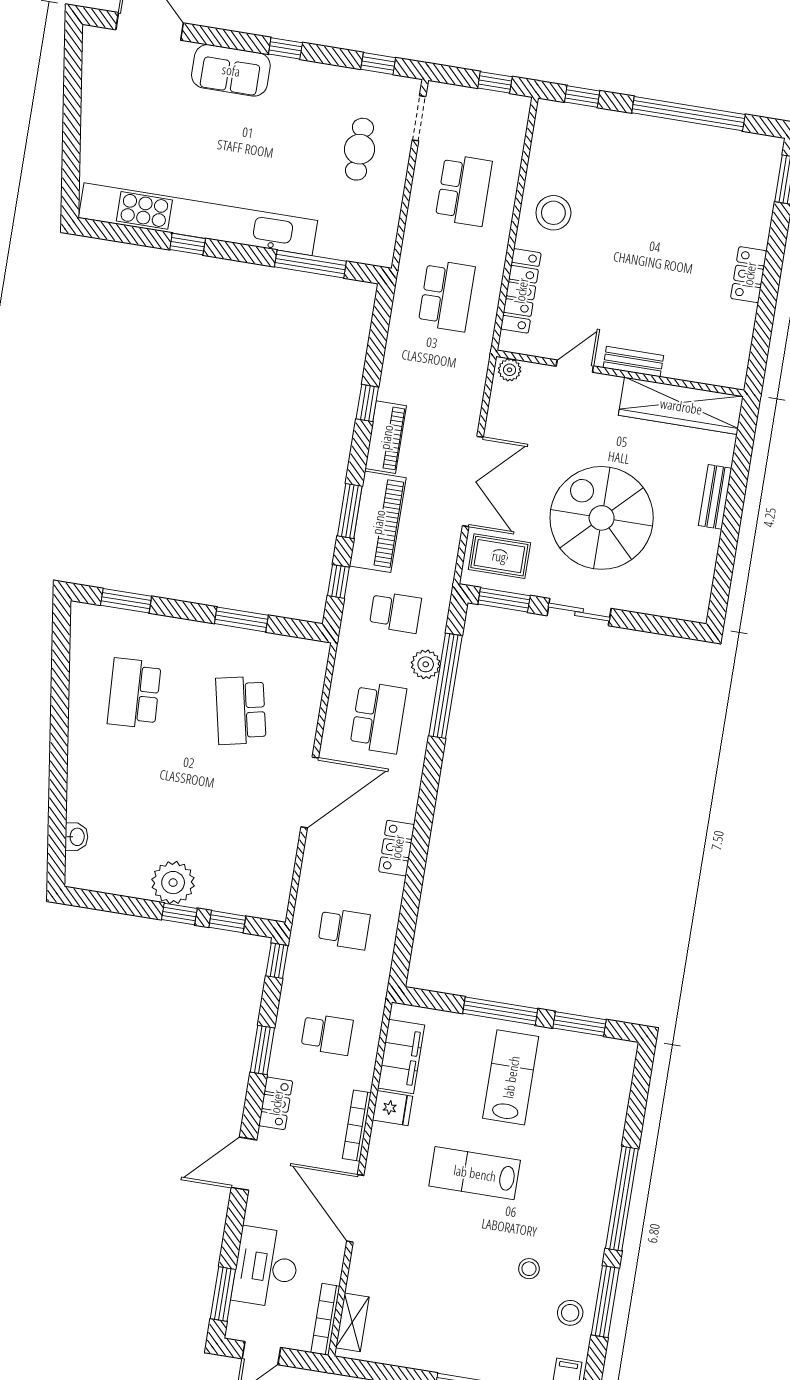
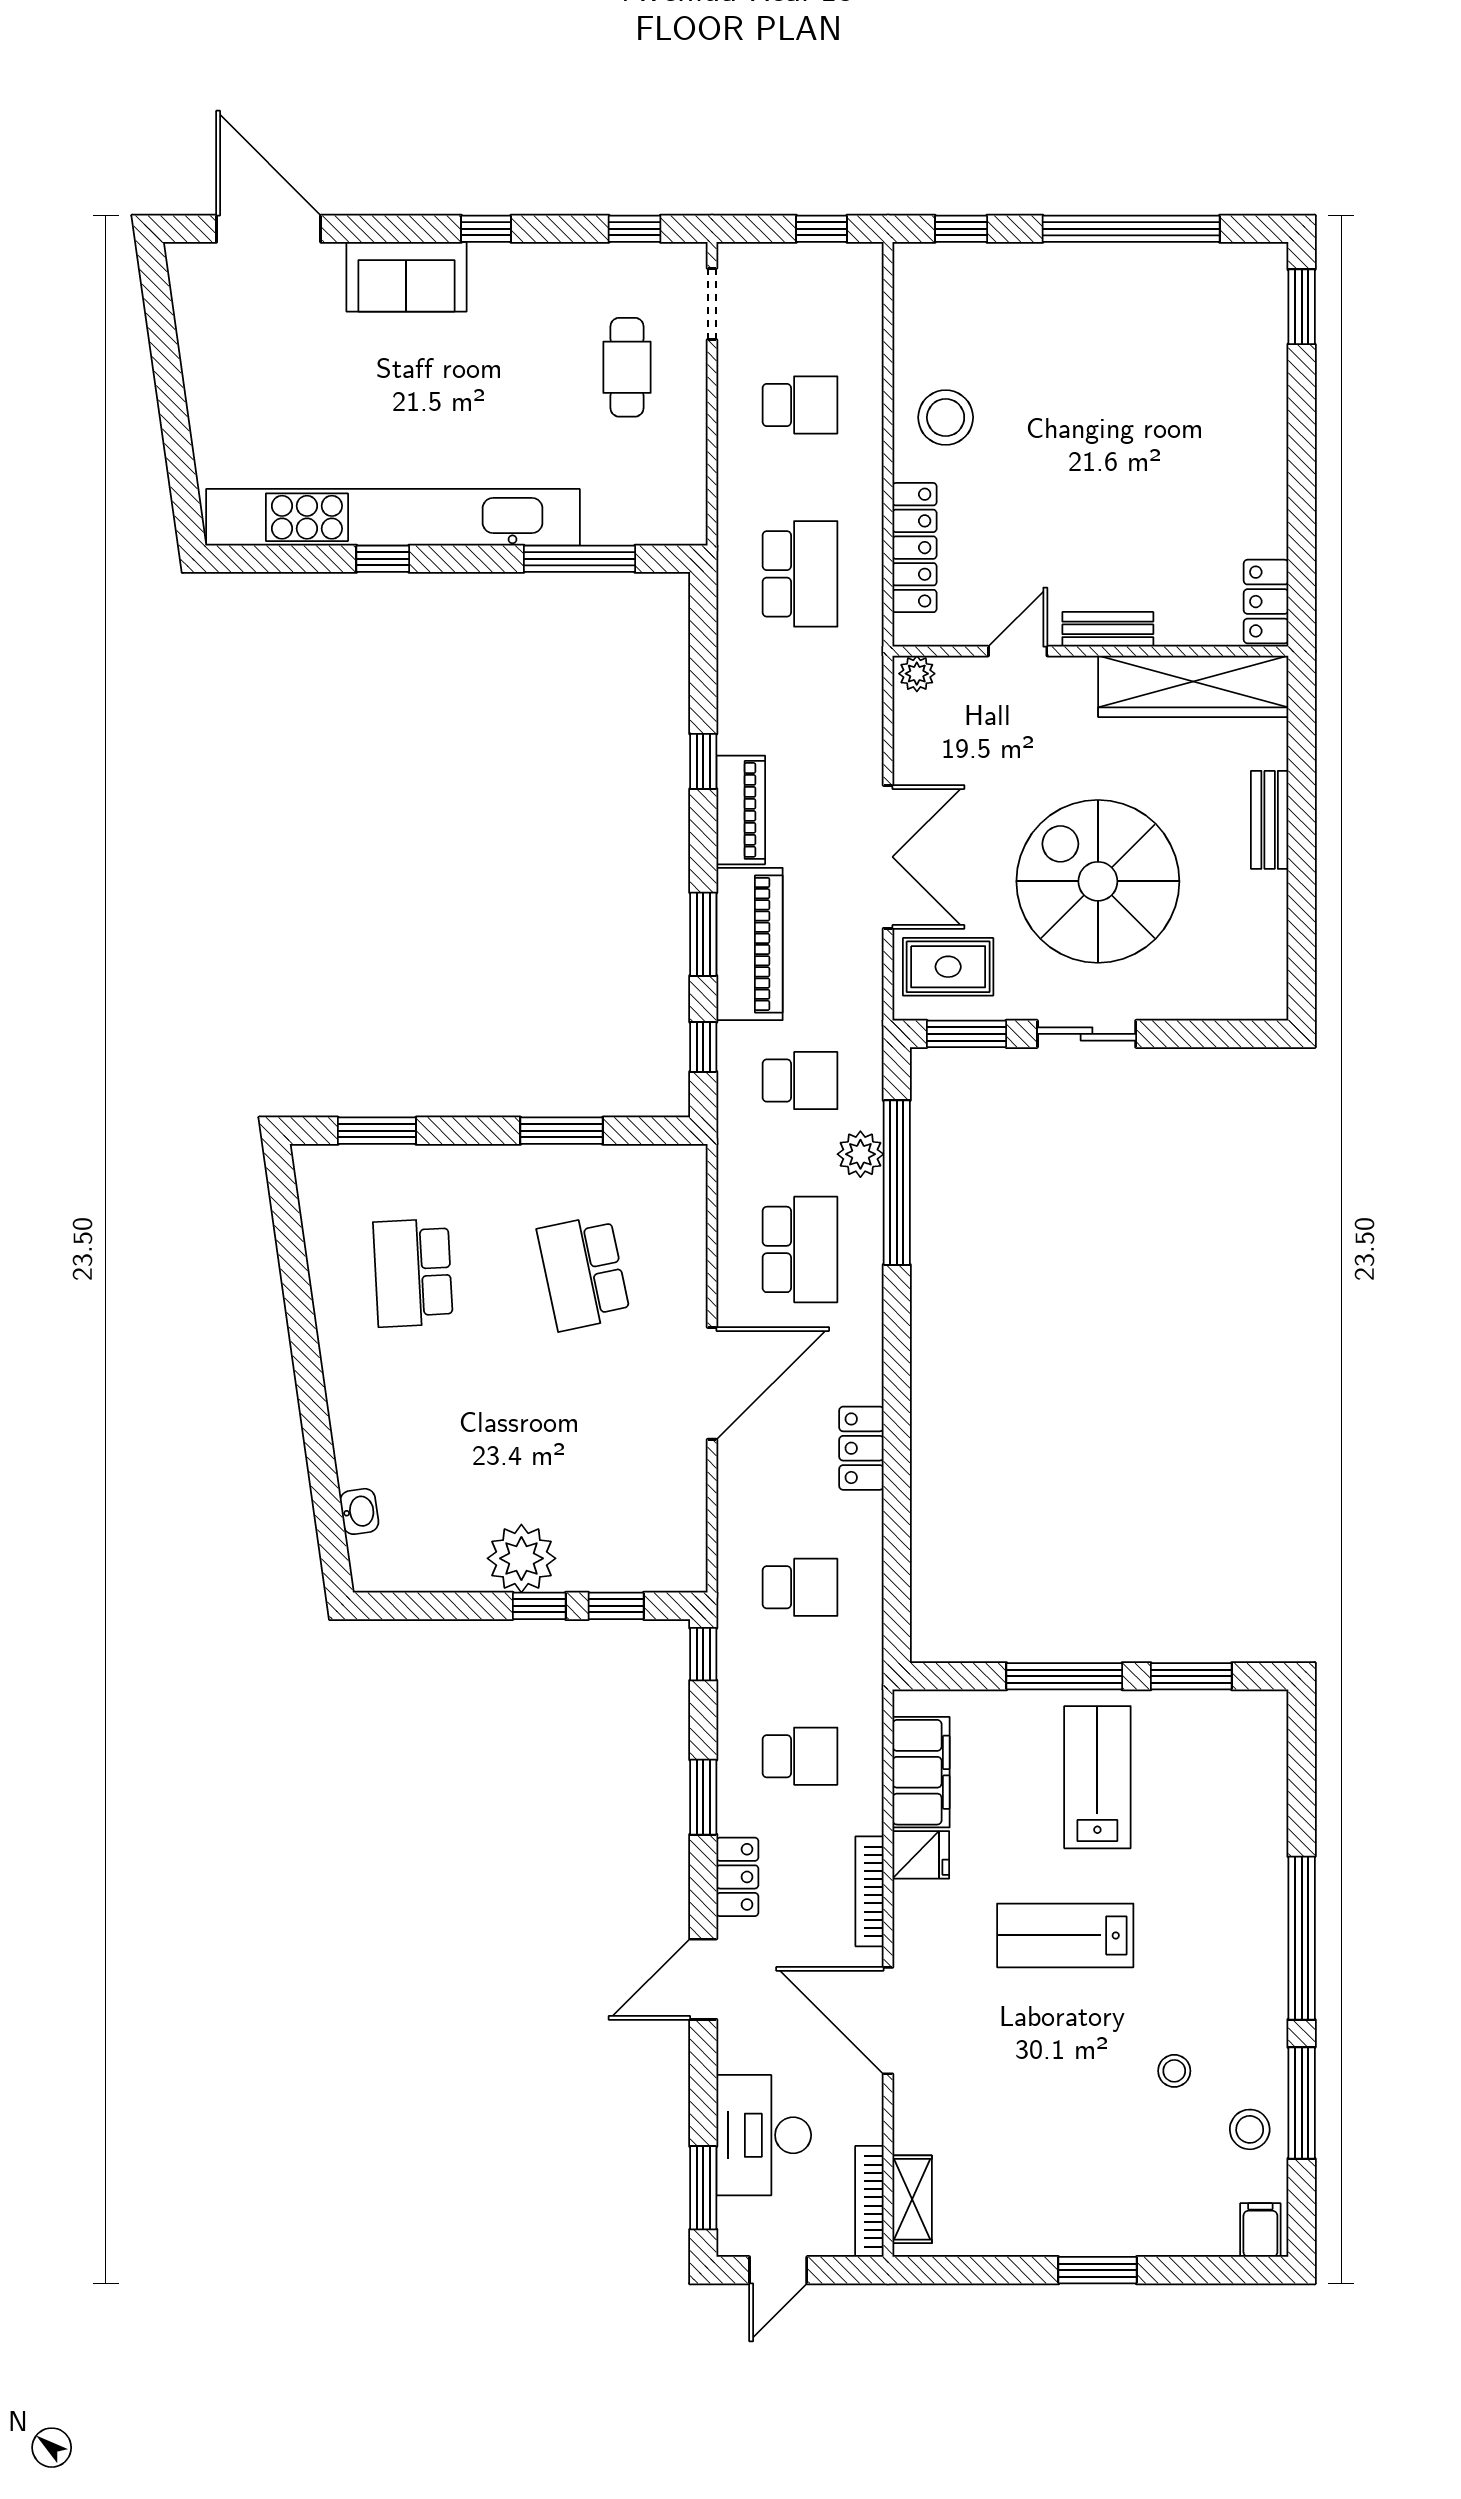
school desk: (464, 190) -> (800, 405), width x0.54
locker: (749, 275) -> (1266, 602), moved

